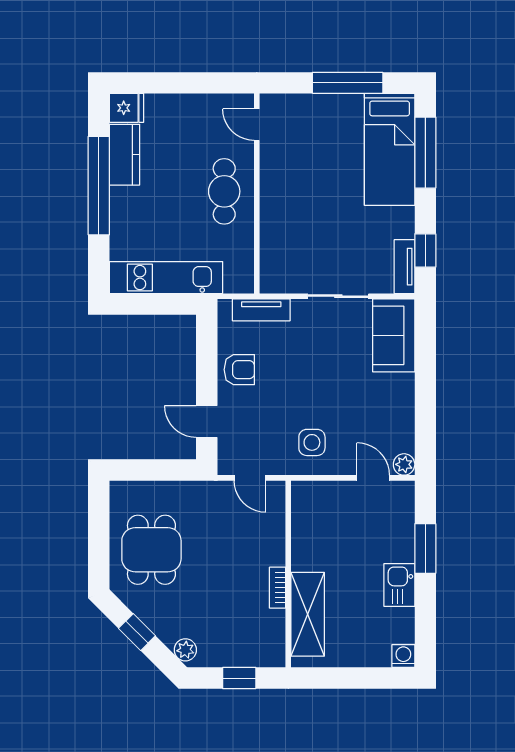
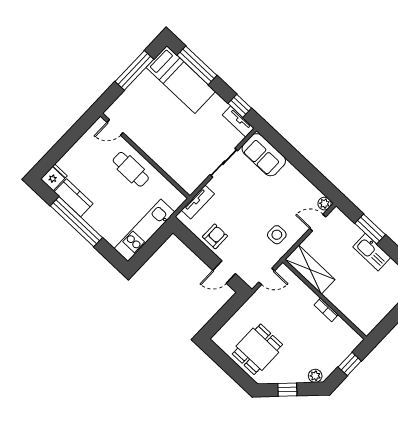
dining table: (151, 550) -> (257, 349), turned 90
kitchen sink: (399, 585) -> (372, 252), width x1.38
shelving: (308, 614) -> (310, 270), moved

